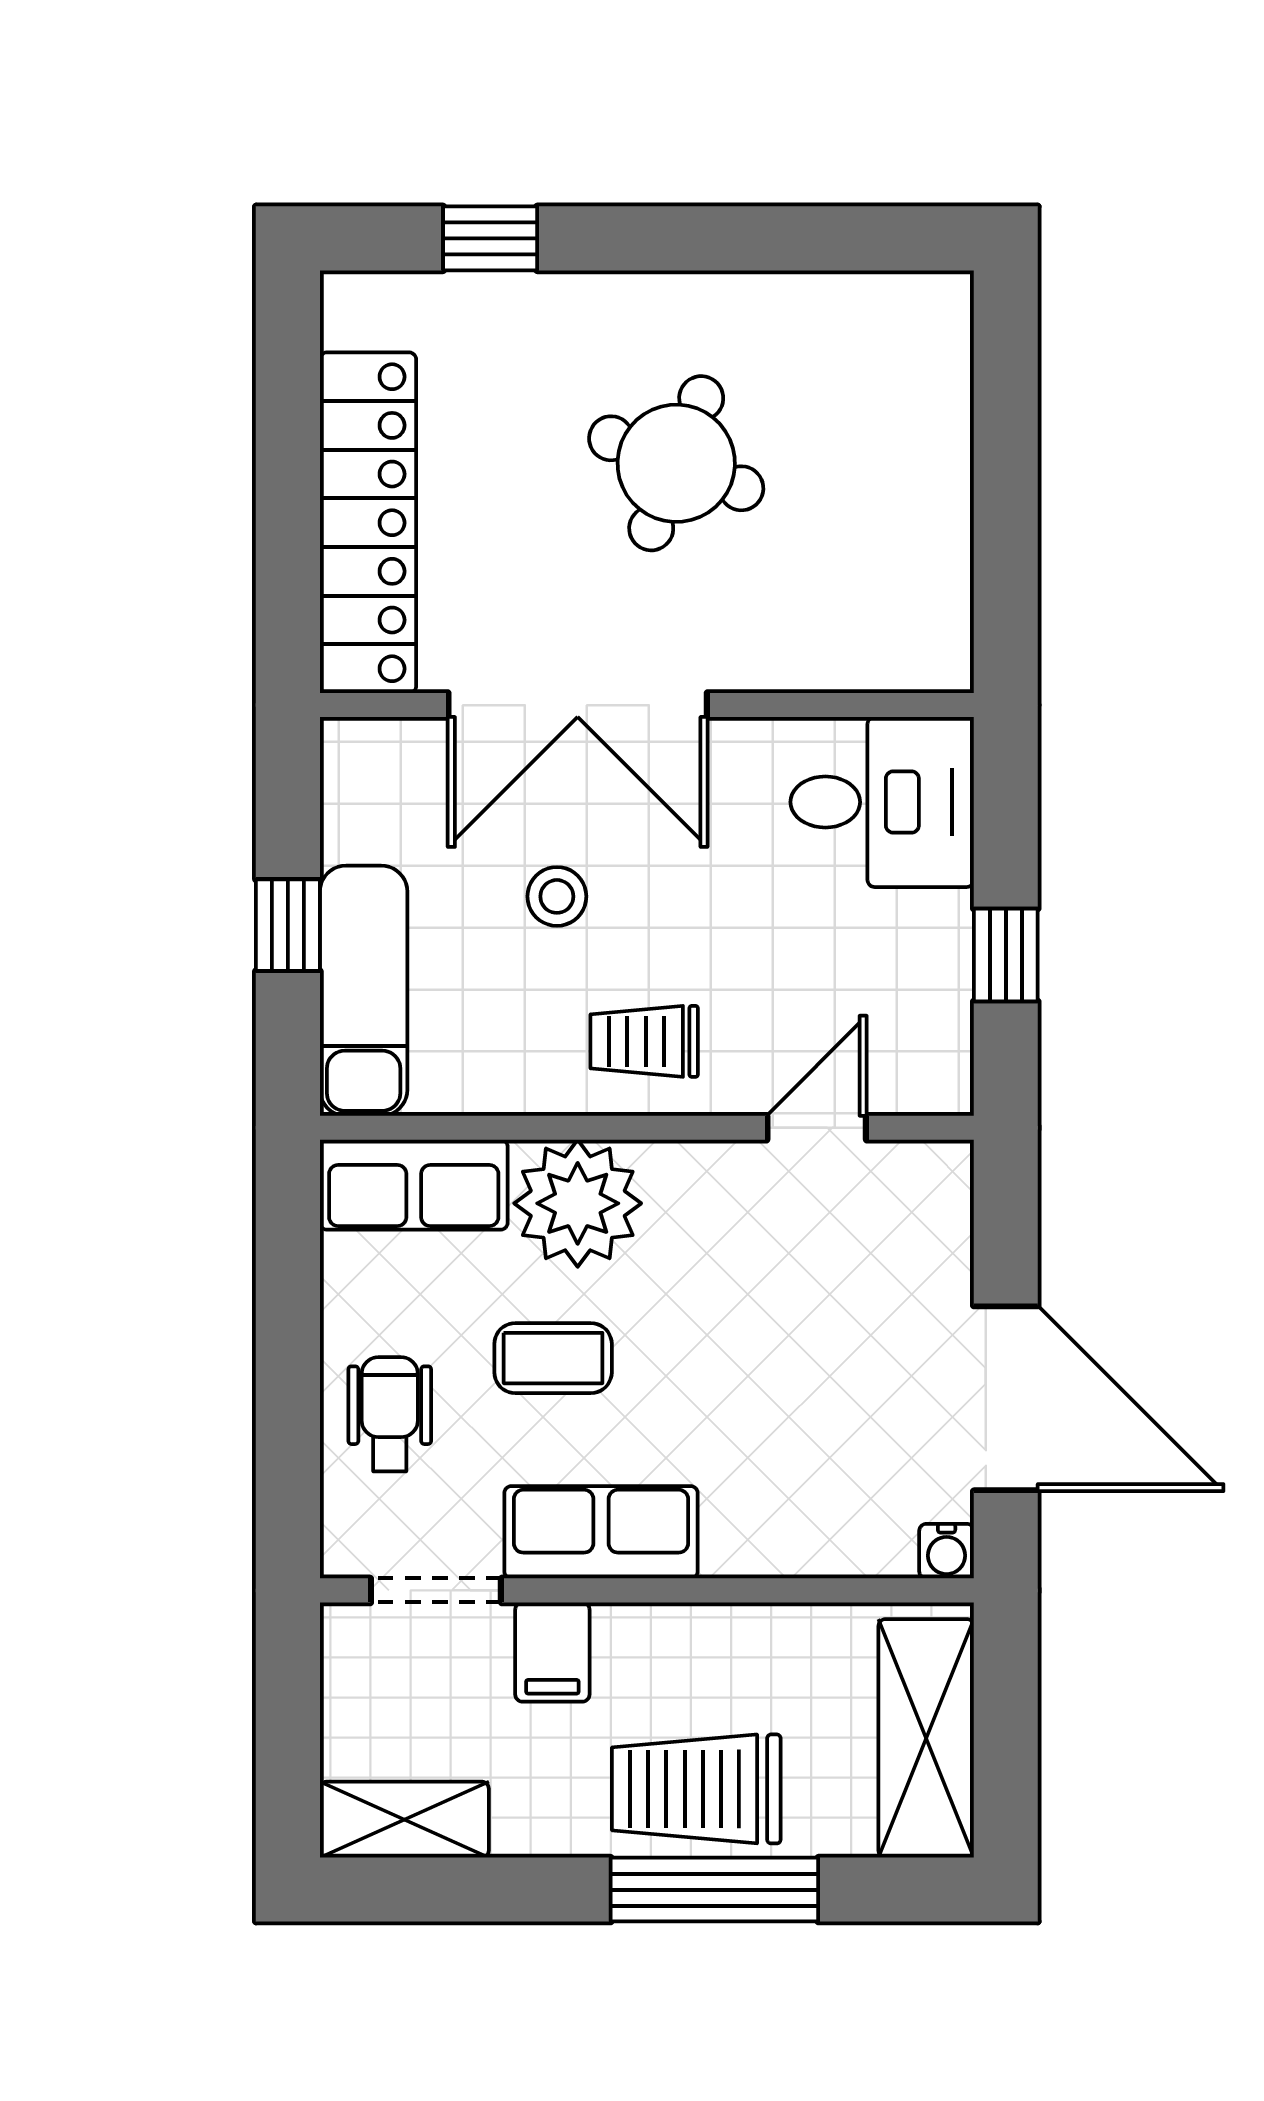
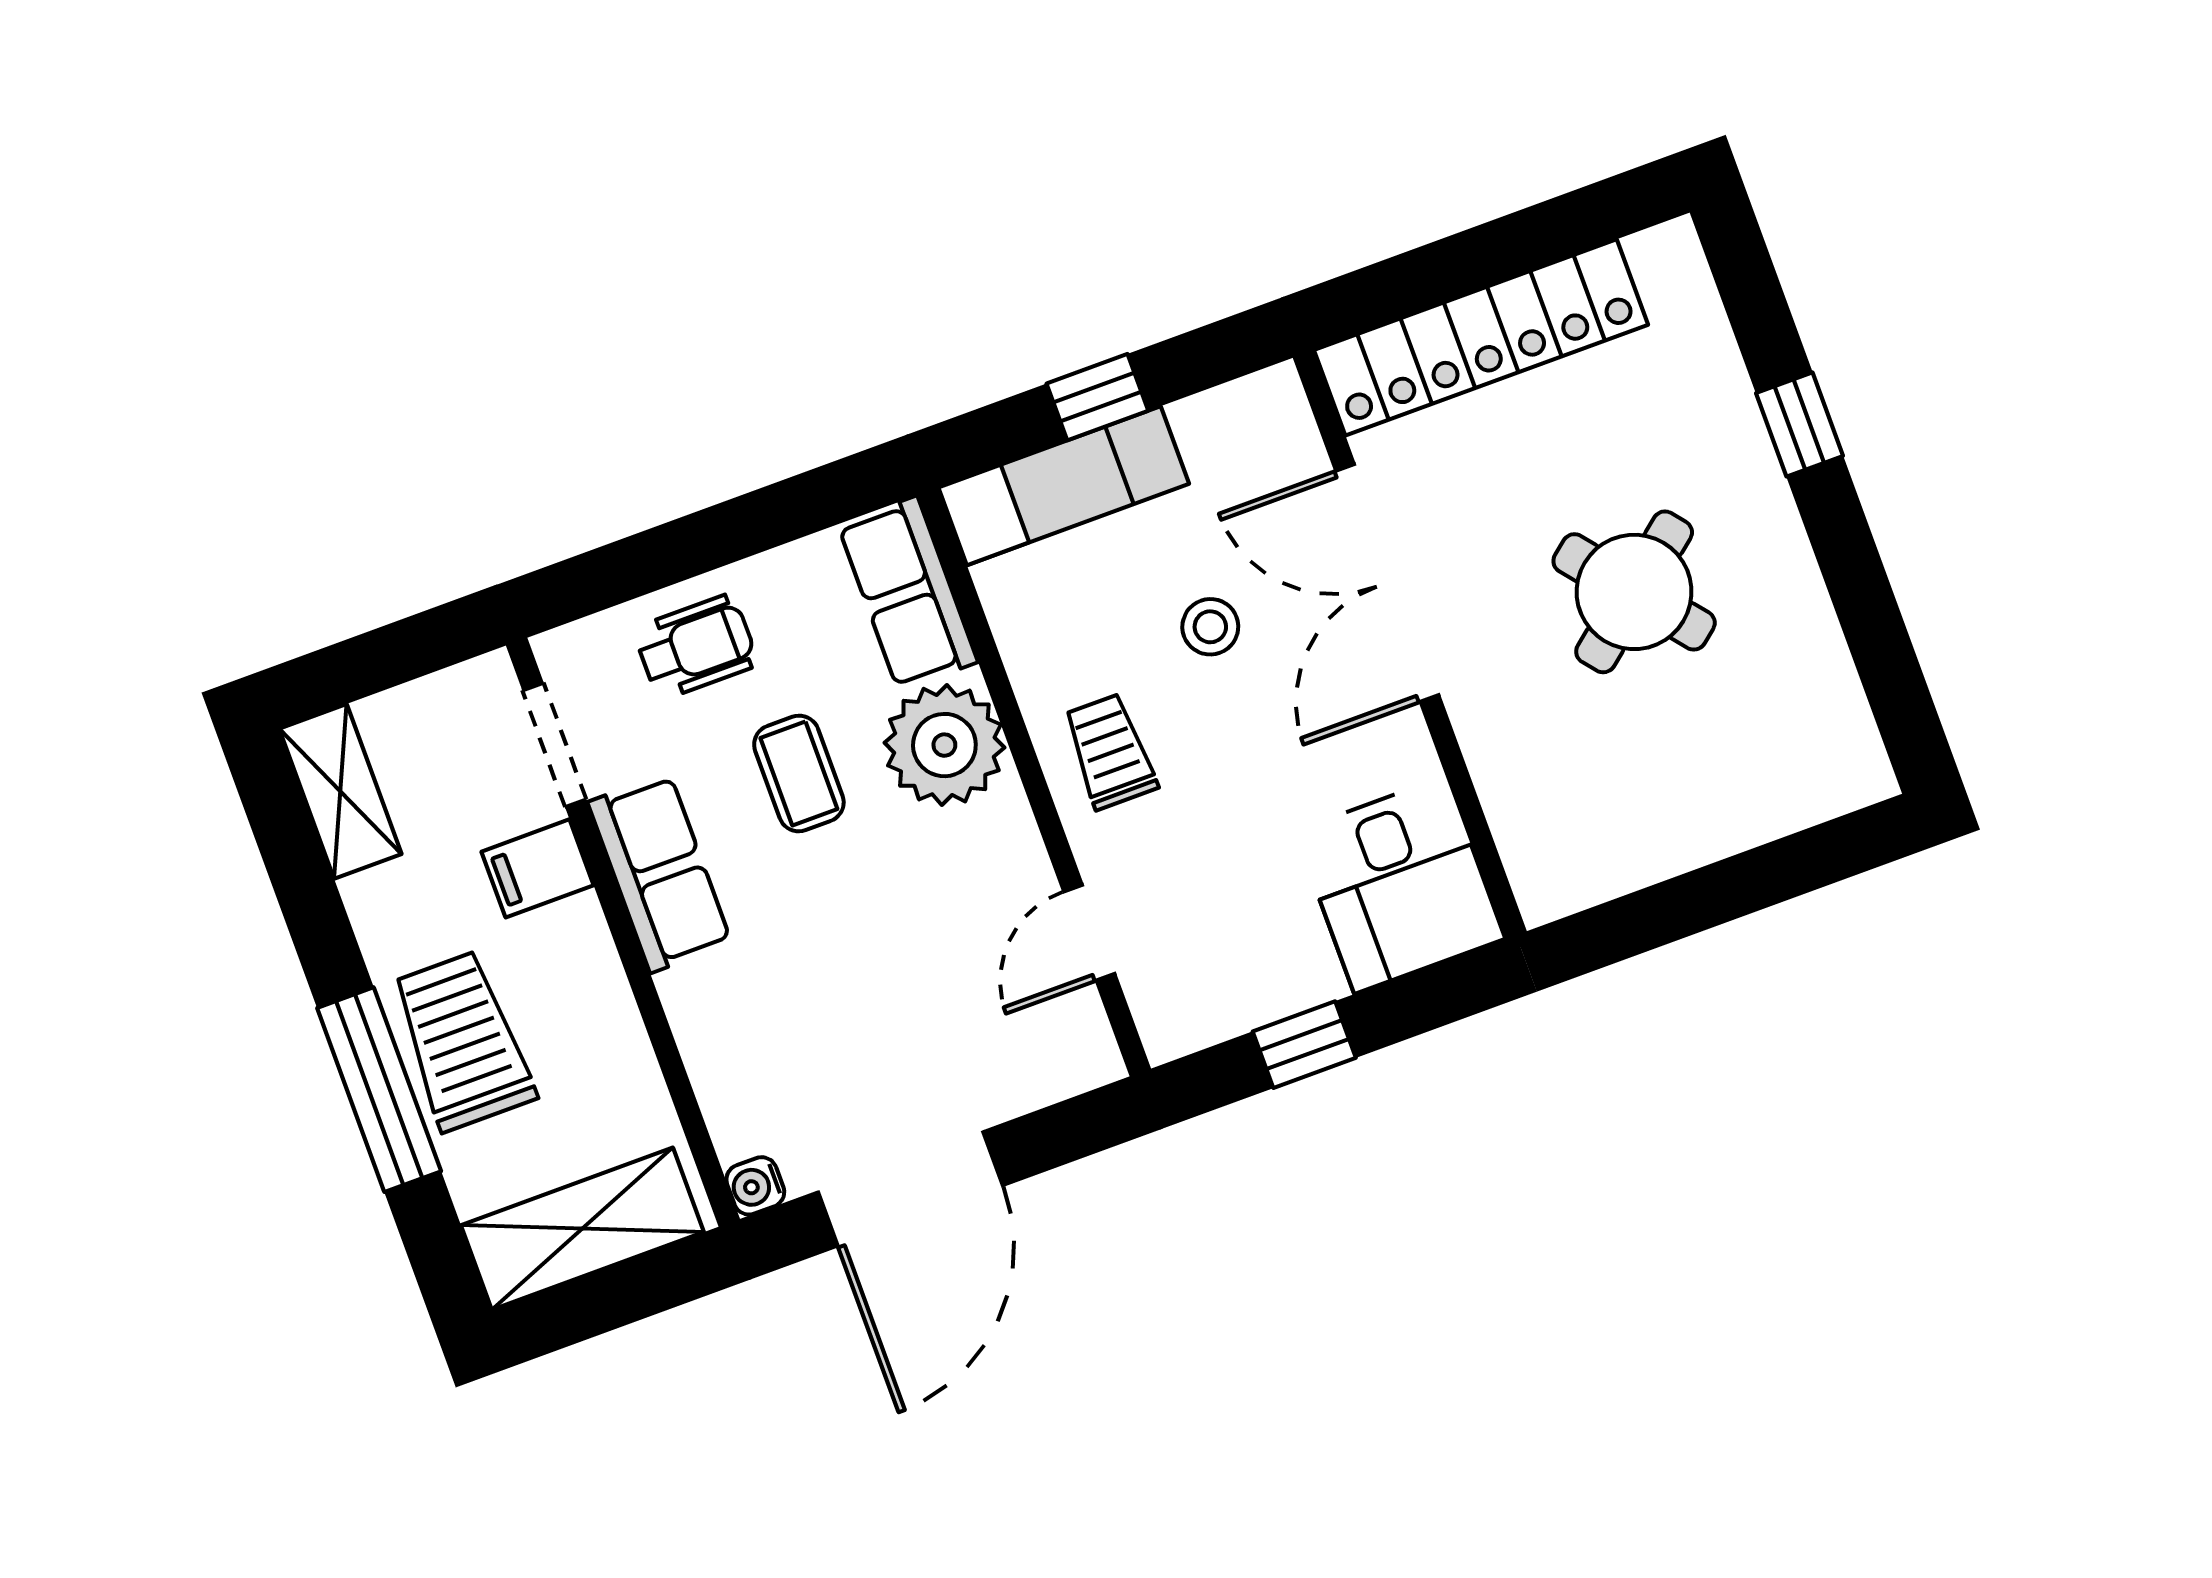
window: (490, 238) -> (1799, 425), moved
round table: (676, 463) -> (1634, 592), turned 30
door: (817, 1128) -> (1089, 933), swing flipped

